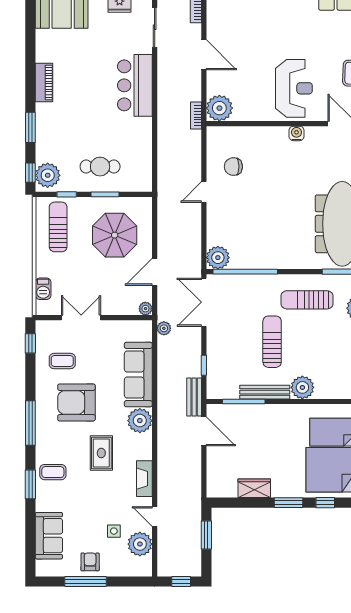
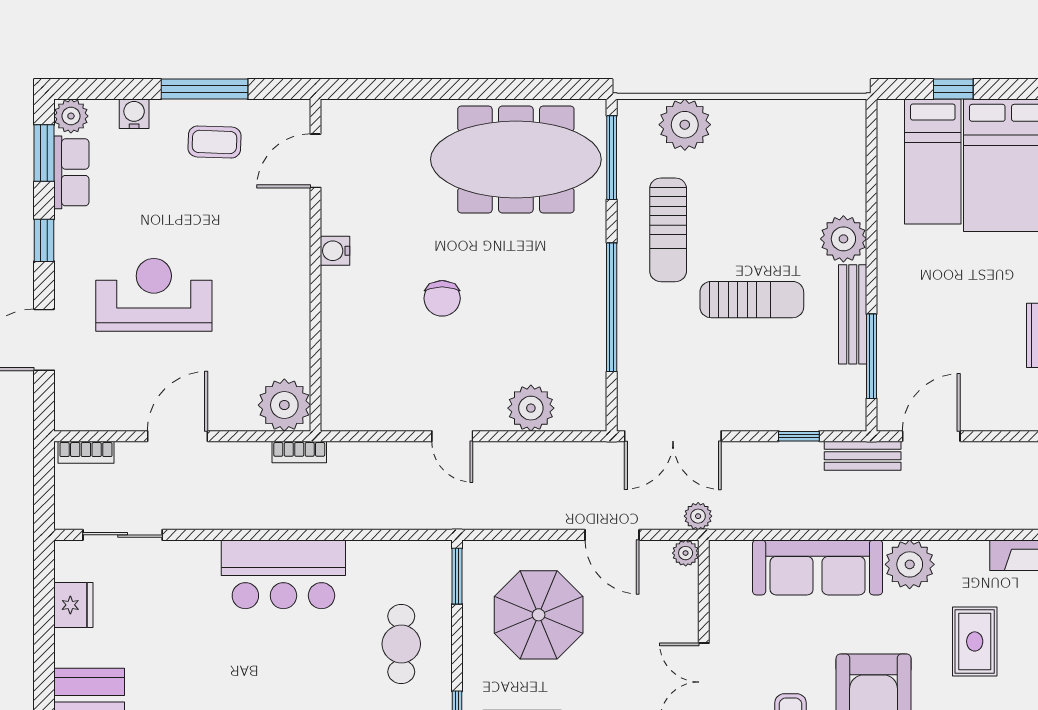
bar counter: (135, 85) -> (283, 574), moved
reception desk: (294, 88) -> (154, 295), moved
chair: (233, 167) -> (442, 298), moved
window: (105, 194) -> (457, 576), moved
plant: (218, 258) -> (531, 408), moved
window: (245, 272) -> (612, 307), moved
plant: (164, 328) -> (698, 516), moved
sun lounger: (272, 342) -> (752, 300), turned 180
rug: (101, 453) -> (975, 641), turned 90

